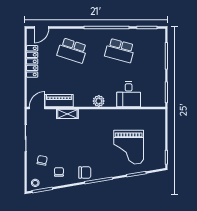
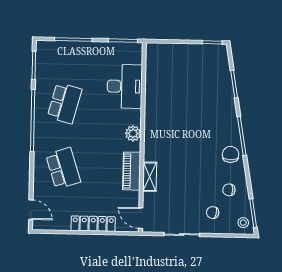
school desk: (72, 51) -> (63, 168), turned -36
locker: (32, 61) -> (93, 224), moved
desk: (129, 94) -> (125, 86), width x1.37
piano: (59, 101) -> (132, 171), moved
grand piano: (129, 147) -> (197, 94), removed

